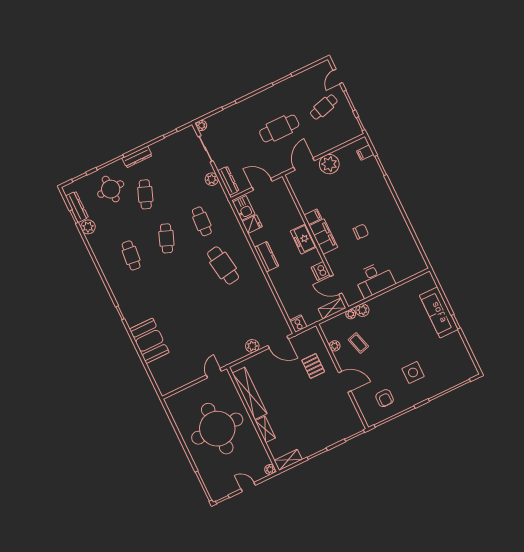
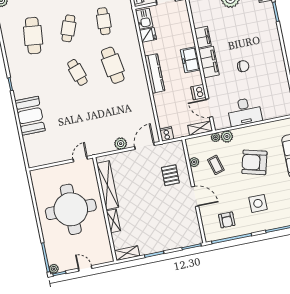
filing cabinet: (313, 217) -> (203, 37), width x2.00
cafe table: (131, 255) -> (33, 36), width x1.37, depth x1.35
kitchen counter: (266, 257) -> (155, 73), width x1.50
cafe table: (188, 282) -> (77, 72), added
armchair: (398, 330) -> (254, 162), added
door: (278, 342) -> (145, 146), swing flipped
plant: (270, 469) -> (54, 269), moved

